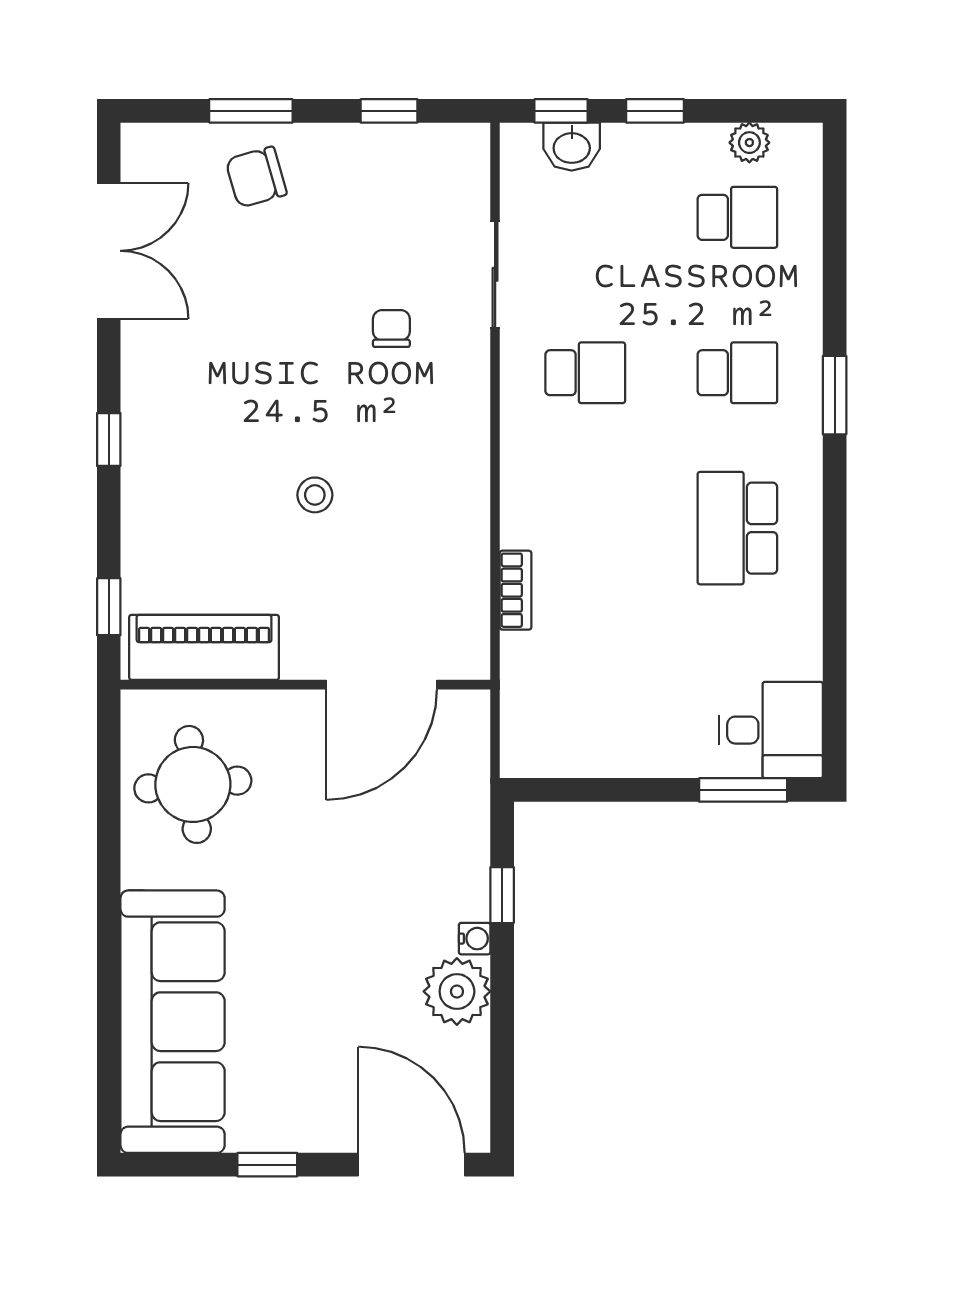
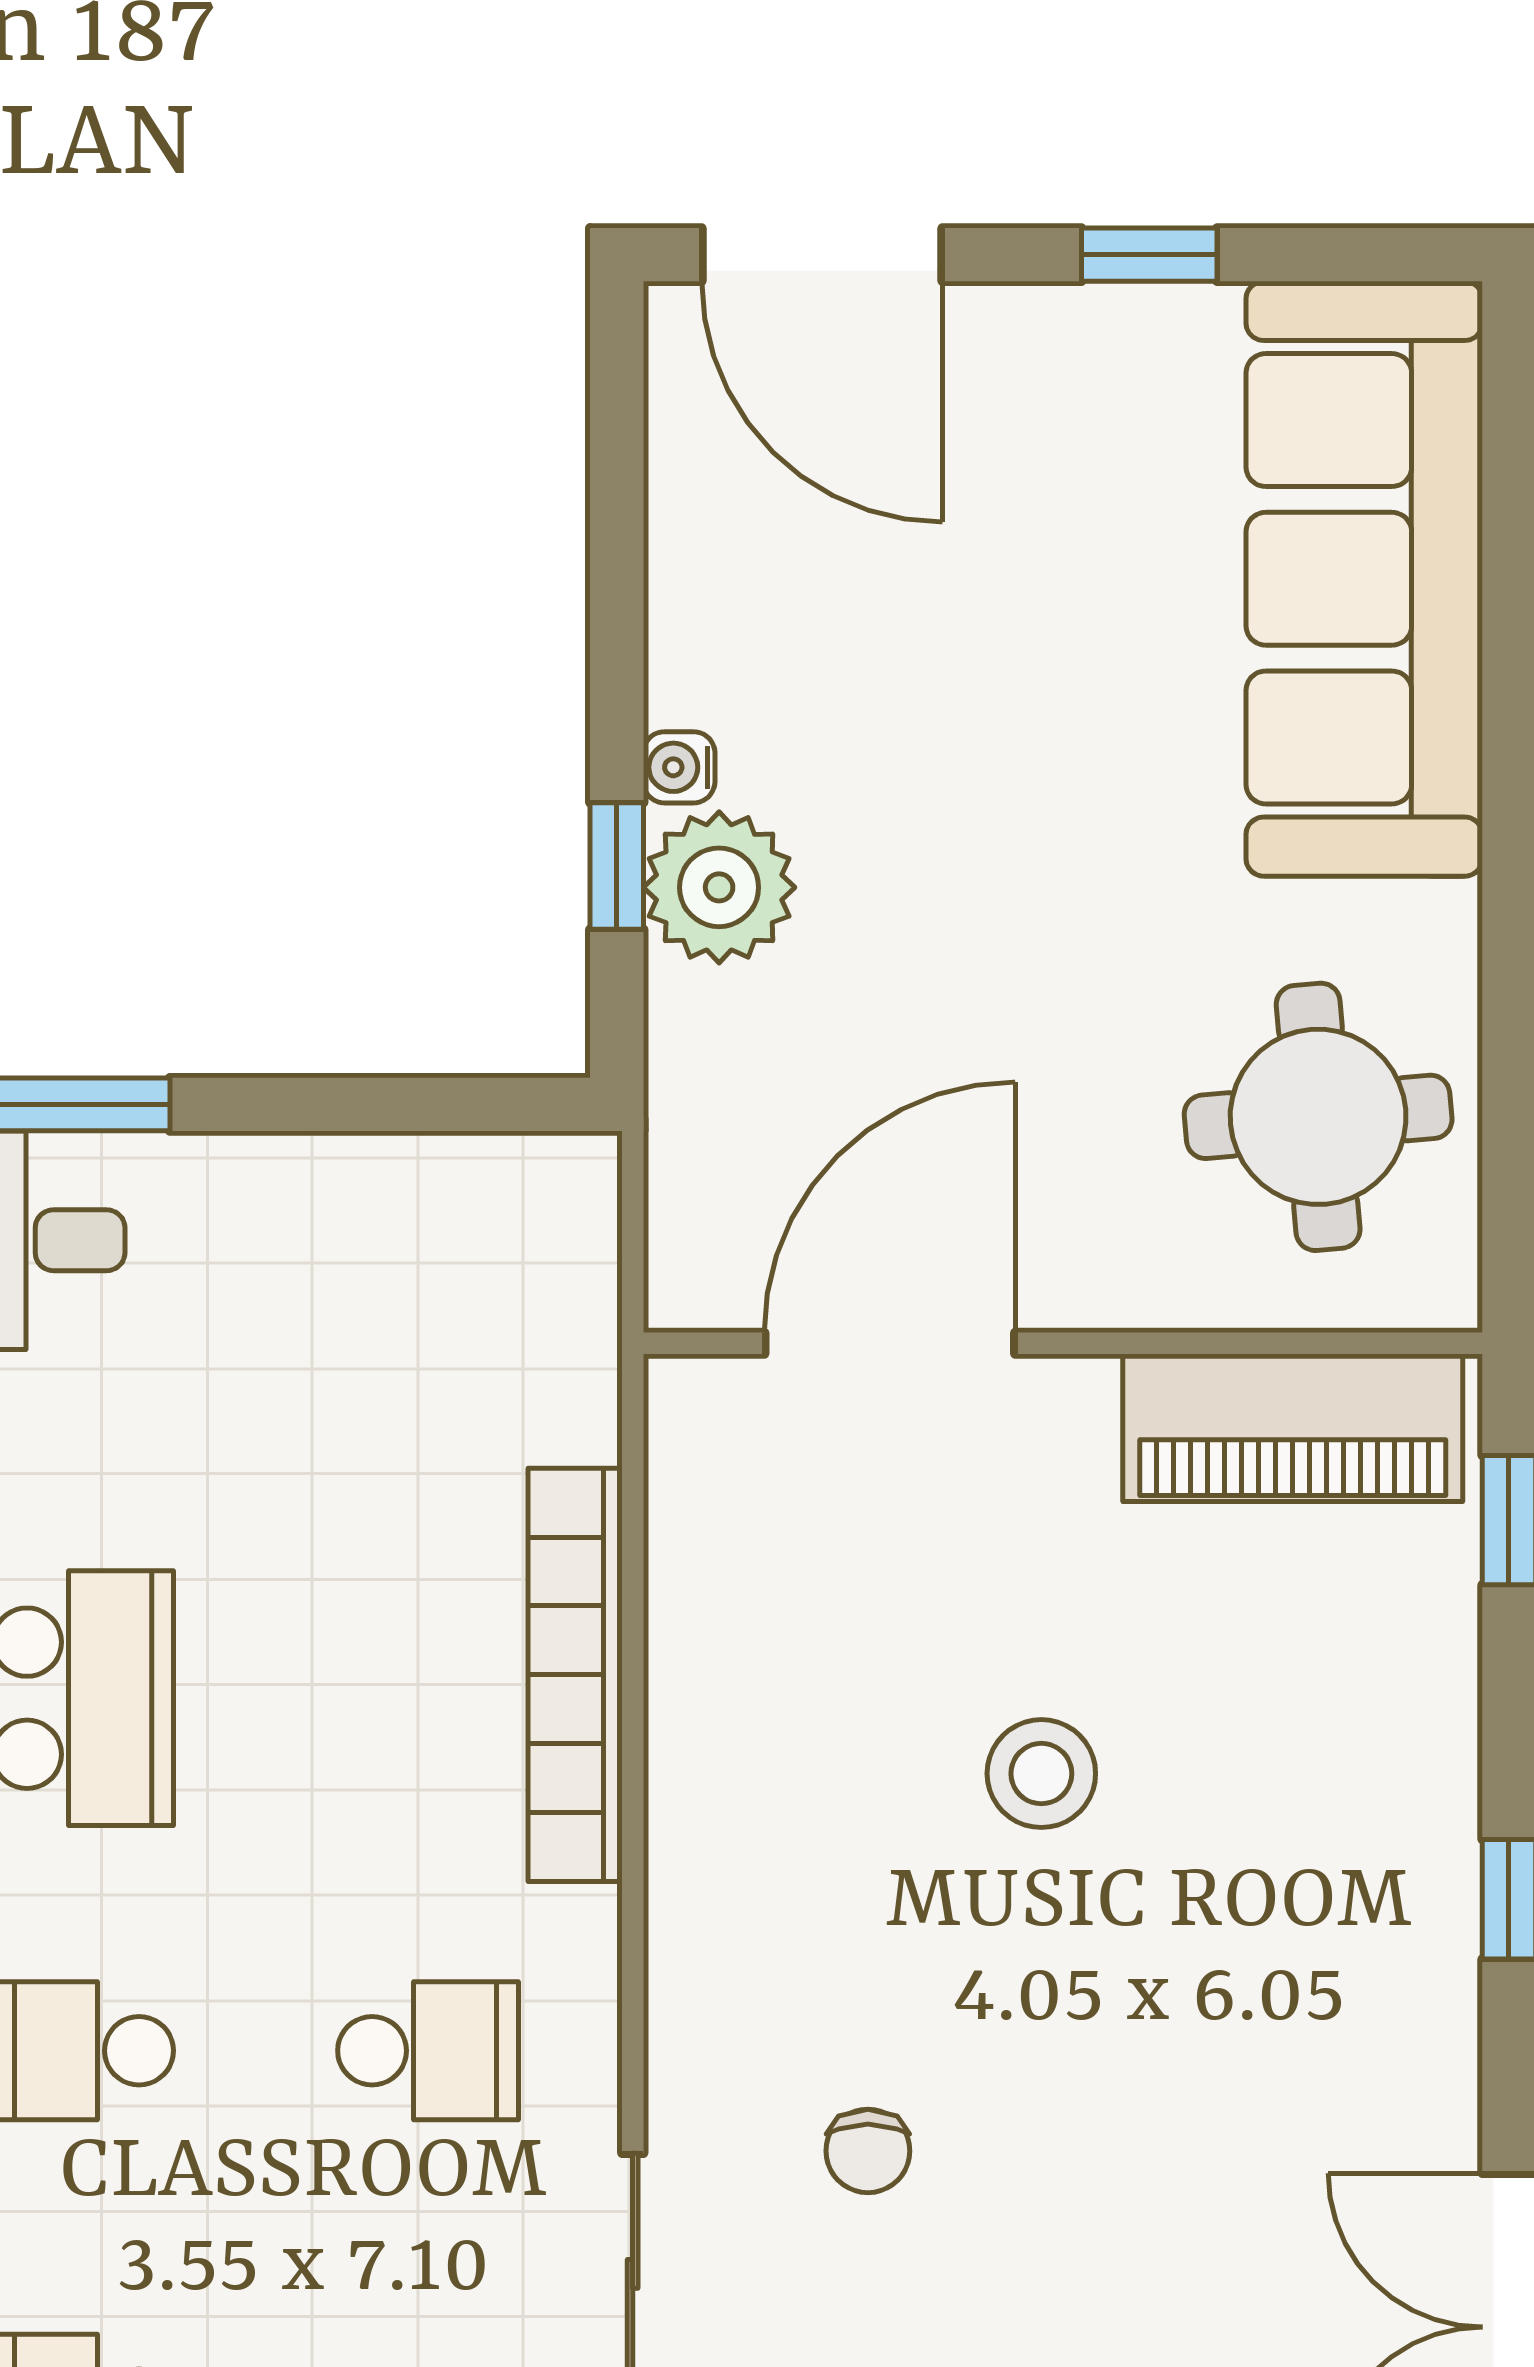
school desk: (585, 373) -> (428, 2051), turned 180
stool: (315, 495) -> (1041, 1774), width x1.37, depth x1.37
bookcase: (516, 590) -> (575, 1675), width x2.31, depth x1.31
plant: (457, 991) -> (719, 887), moved

